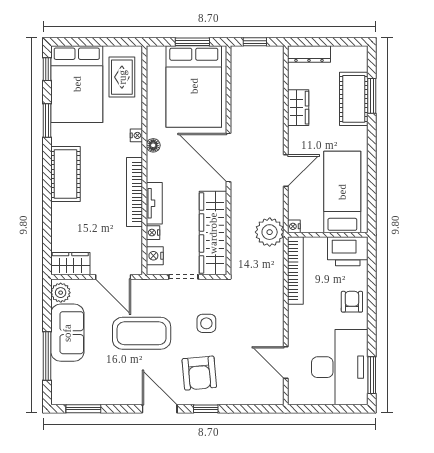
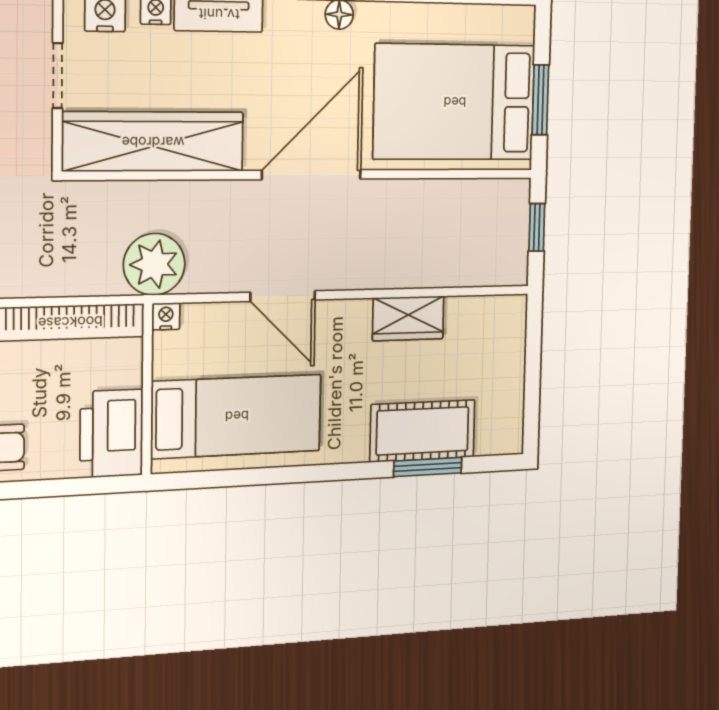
dresser: (309, 54) -> (511, 337), removed

